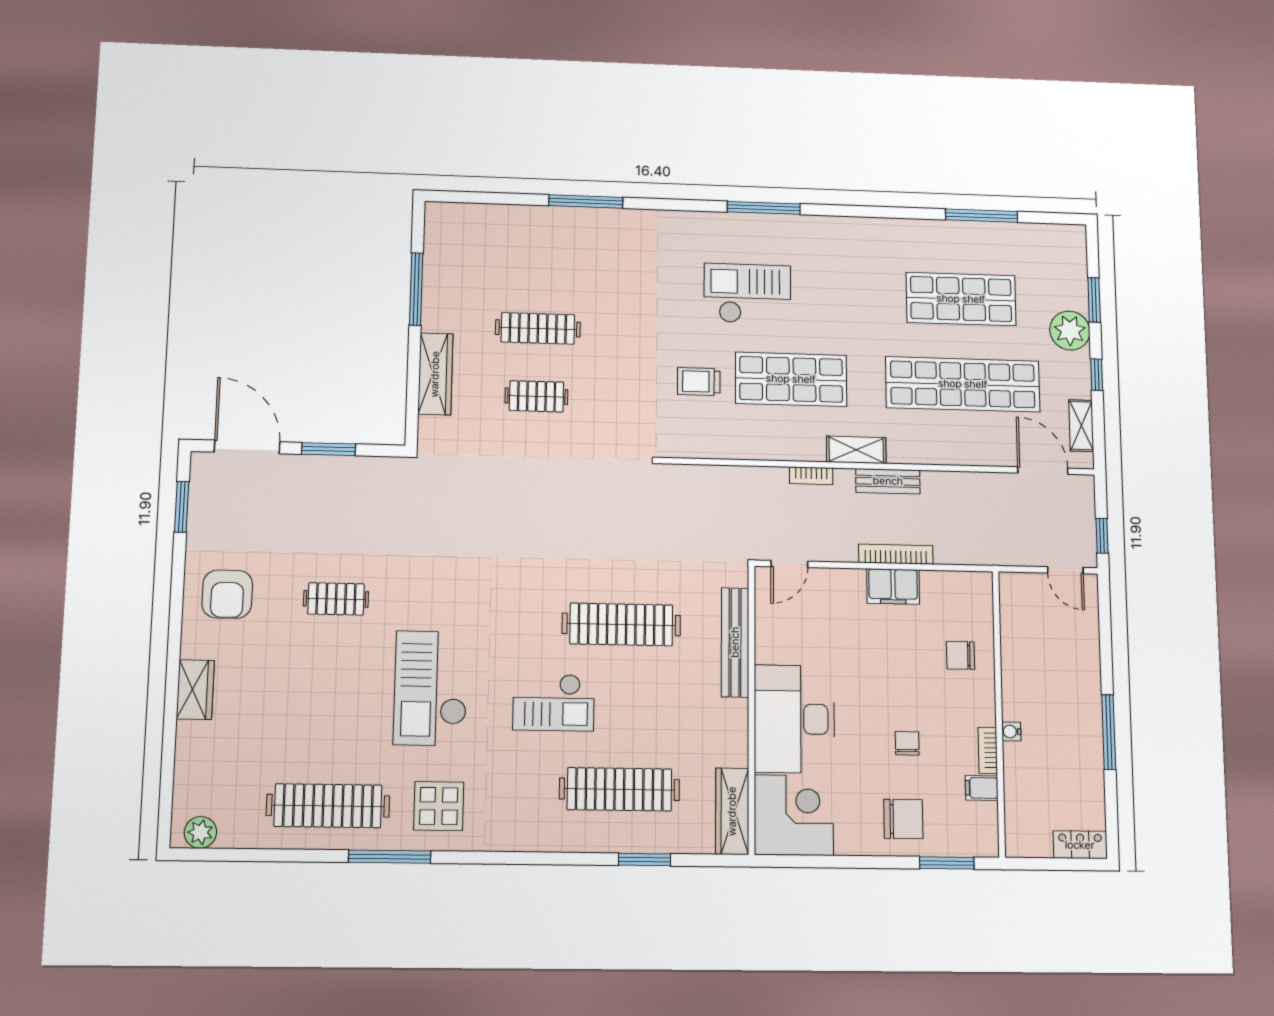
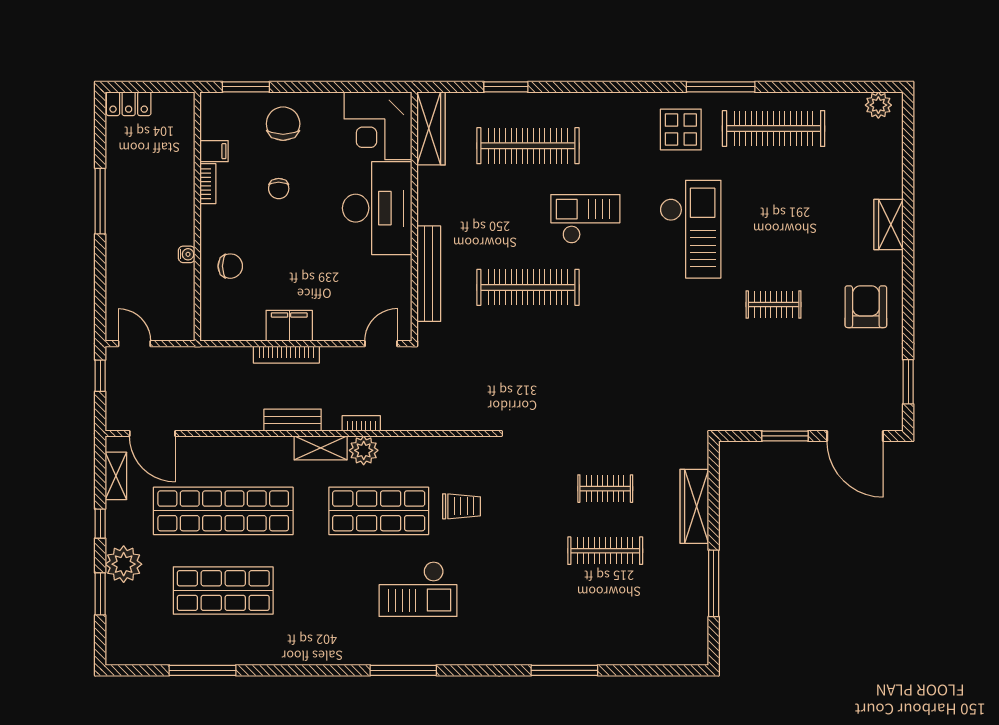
plant: (808, 446) -> (364, 450), added
water cooler: (1011, 732) -> (187, 254), moved
chair: (903, 819) -> (283, 124), turned 90

